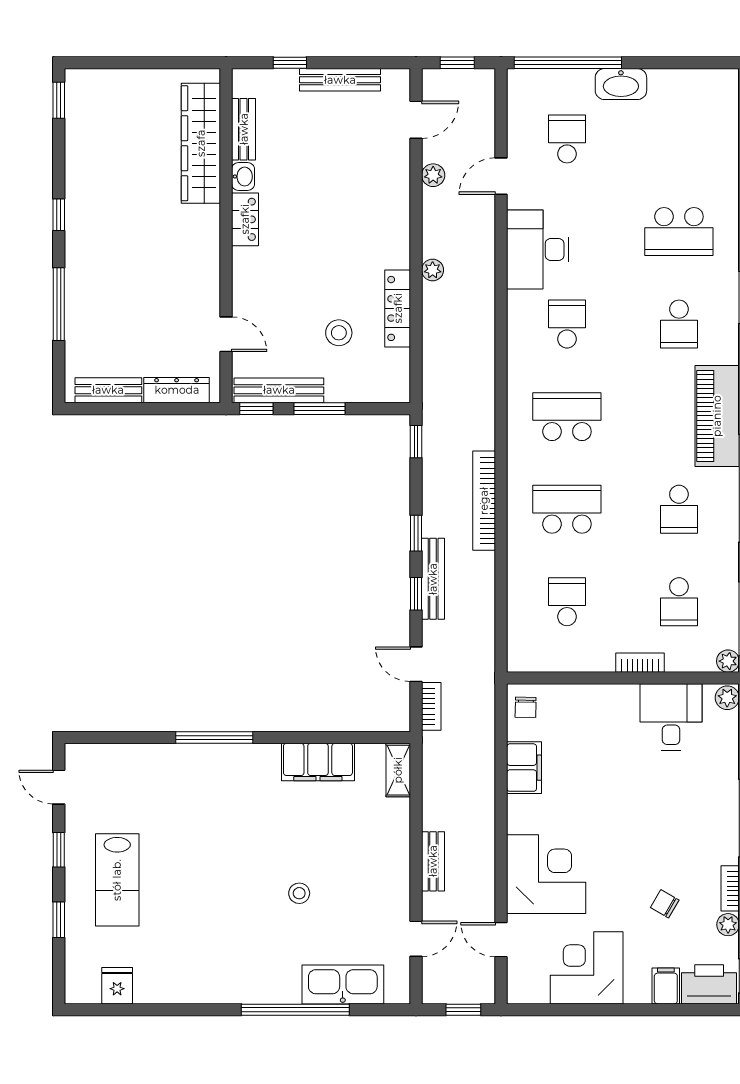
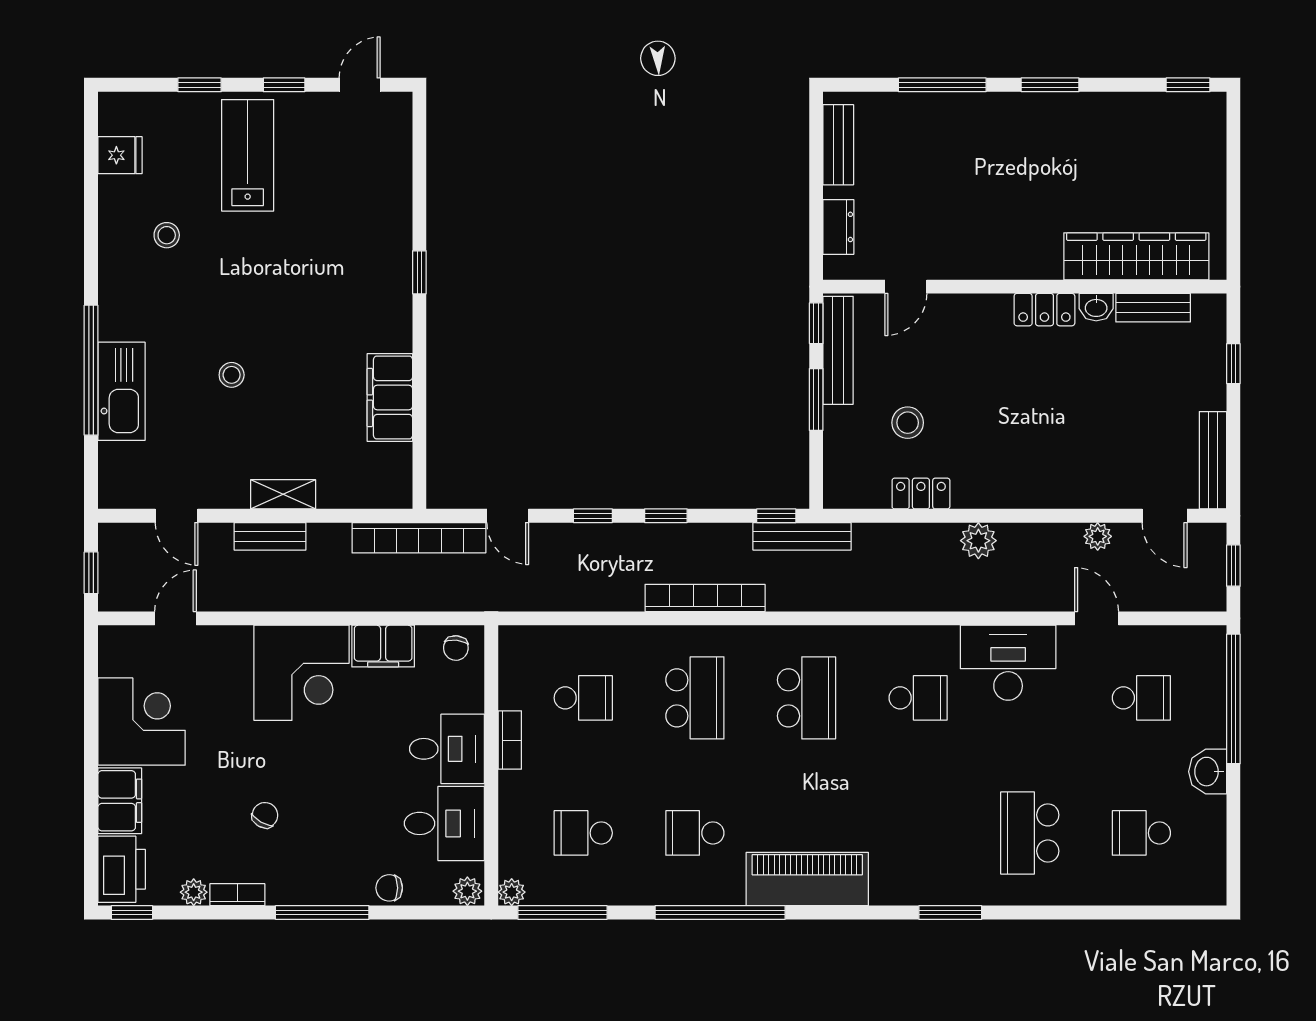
bench: (340, 80) -> (1213, 460), moved
washbasin: (621, 84) -> (1208, 772), width x0.72
window: (59, 215) -> (1050, 85), width x1.50
plant: (433, 270) -> (978, 541), width x1.38, depth x1.38
locker: (398, 308) -> (921, 494), width x0.66
school desk: (679, 324) -> (1141, 833), moved
dresser: (177, 390) -> (838, 227), width x0.70
bench: (433, 579) -> (802, 536), moved
bookcase: (640, 663) -> (510, 740), moved
door: (416, 664) -> (508, 516), swing flipped
bookcase: (431, 706) -> (419, 538), width x2.31, depth x1.31
chair: (526, 707) -> (456, 648), turned -85
desk: (609, 715) -> (447, 749), added
window: (214, 738) -> (419, 272), width x0.46
chair: (724, 763) -> (389, 888), added
shelving: (398, 770) -> (283, 494), moved
corner desk: (546, 874) -> (301, 673), moved
lab bench: (117, 880) -> (248, 155), turned 90
chair: (665, 904) -> (265, 815), moved
stool: (183, 947) -> (167, 235), added
kitchen sink: (343, 984) -> (121, 391), moved
filing cabinet: (666, 986) -> (120, 801), width x2.00

